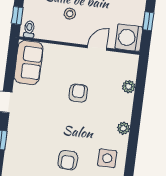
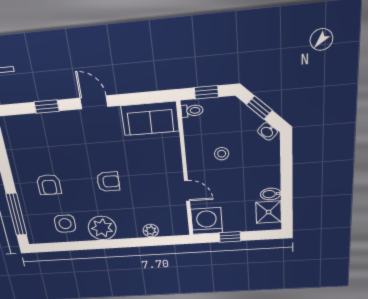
armchair: (78, 93) -> (108, 182), moved
plant: (123, 128) -> (102, 228), width x1.87, depth x1.87
armchair: (68, 160) -> (49, 185), turned -91

